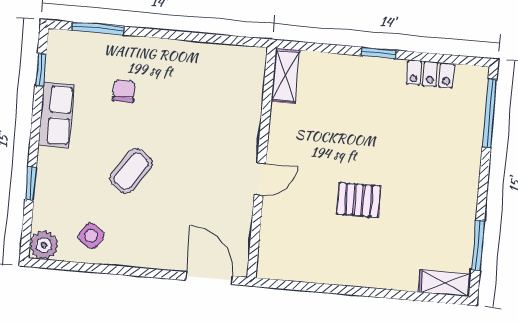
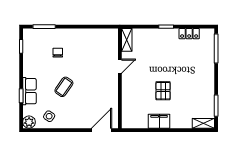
row of seats: (56, 115) -> (29, 91), moved
door: (260, 179) -> (120, 66), moved
pallet: (359, 200) -> (163, 91), turned 90
filing cabinet: (343, 269) -> (159, 121), added
door: (209, 278) -> (102, 130), hinge flipped

